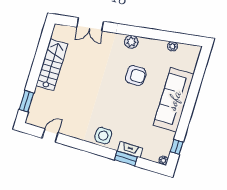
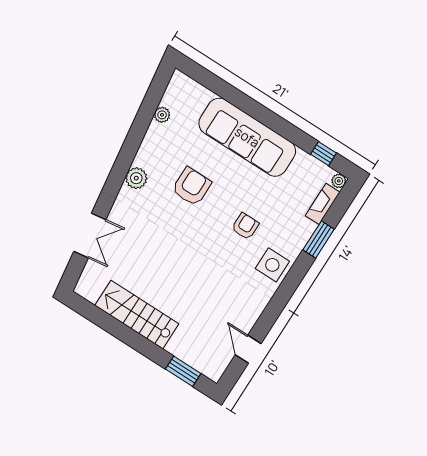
armchair: (121, 113) -> (245, 226), added
fireplace: (130, 150) -> (323, 204), moved

